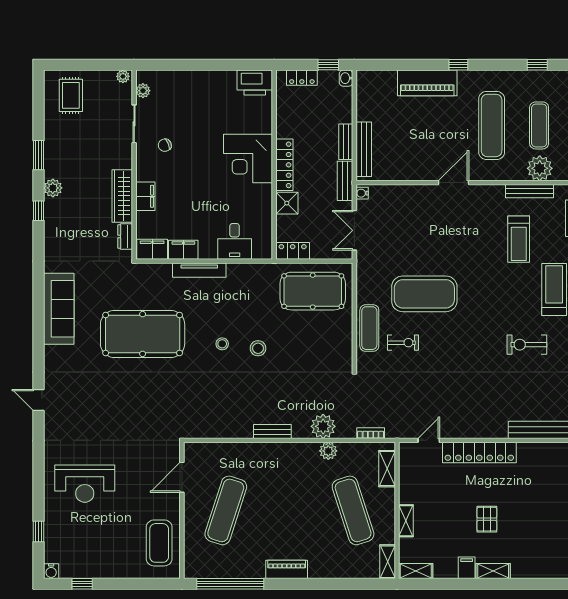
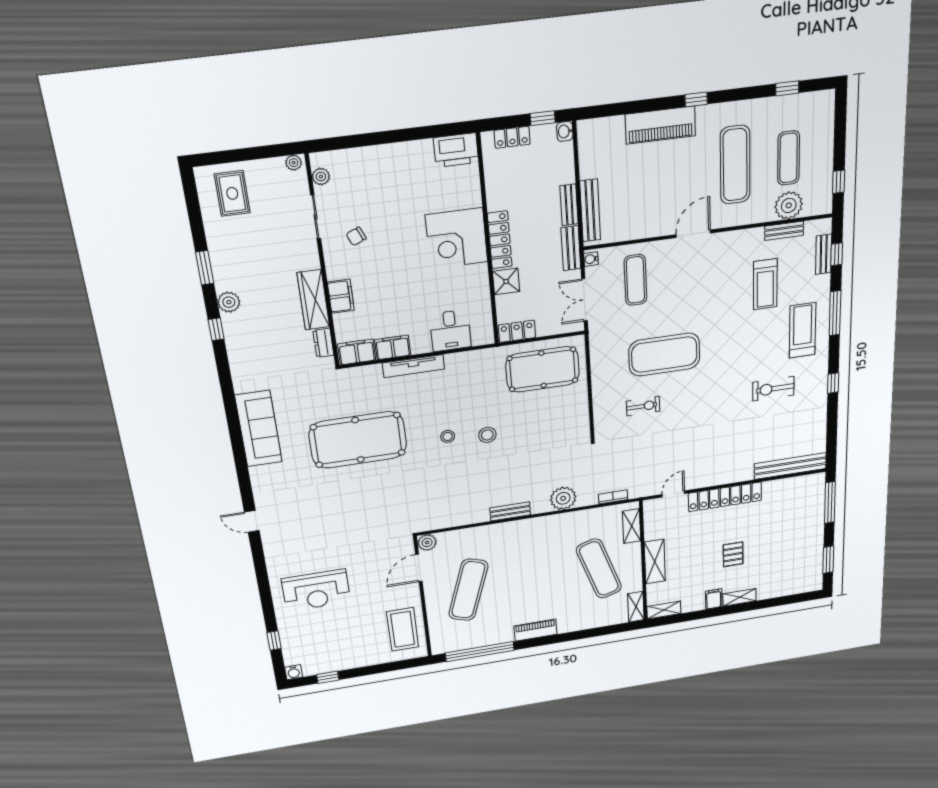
bench: (529, 191) -> (784, 231), width x0.73
exercise mat: (369, 328) -> (635, 280), moved
plant: (328, 451) -> (427, 542), moved
shelving: (406, 521) -> (655, 562), width x1.50, depth x1.33

